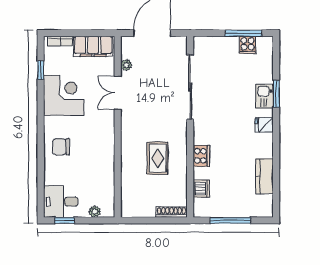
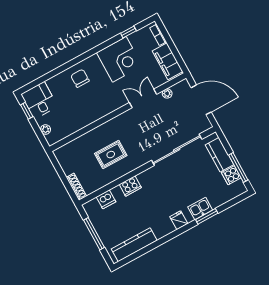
kitchen counter: (220, 45) -> (219, 155), added
kitchen counter: (264, 176) -> (134, 245), width x1.50

